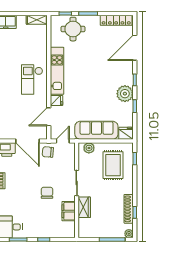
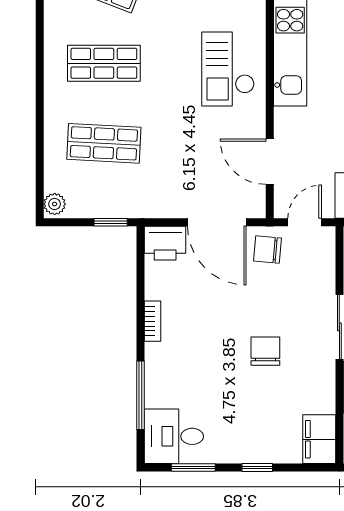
fridge: (56, 100) -> (289, 121), removed
door: (49, 117) -> (270, 162), hinge flipped
filing cabinet: (69, 211) -> (319, 439), moved

